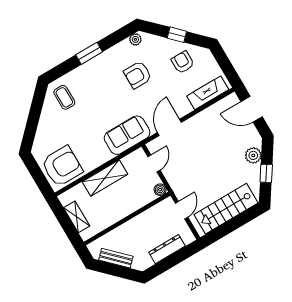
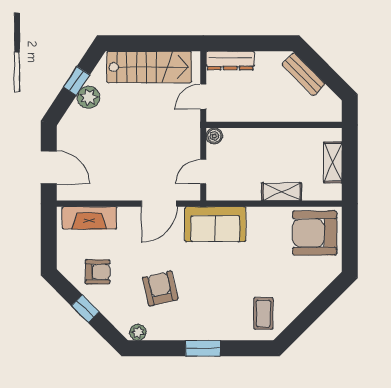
armchair: (183, 62) -> (98, 272), turned -90
armchair: (138, 75) -> (160, 288), turned -103
plant: (253, 155) -> (89, 97), moved
shelving: (105, 178) -> (282, 192), width x0.67, depth x0.75
dresser: (167, 249) -> (230, 61), moved
bench: (116, 258) -> (304, 74), moved

